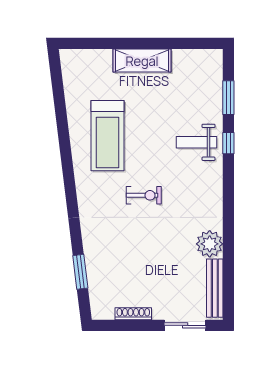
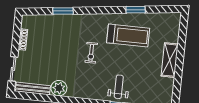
window: (63, 127) -> (136, 10), added
treadmill: (108, 136) -> (128, 35), turned 180
window: (80, 272) -> (63, 11), moved

